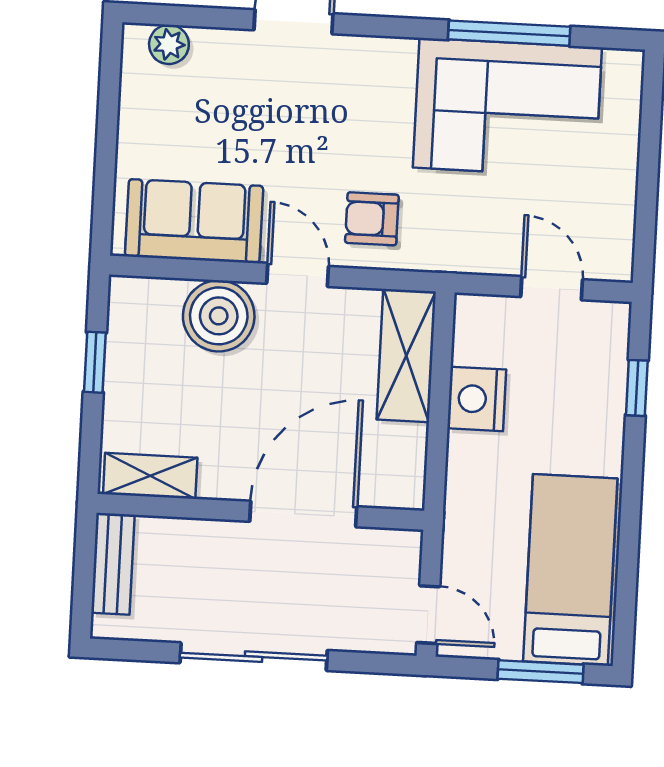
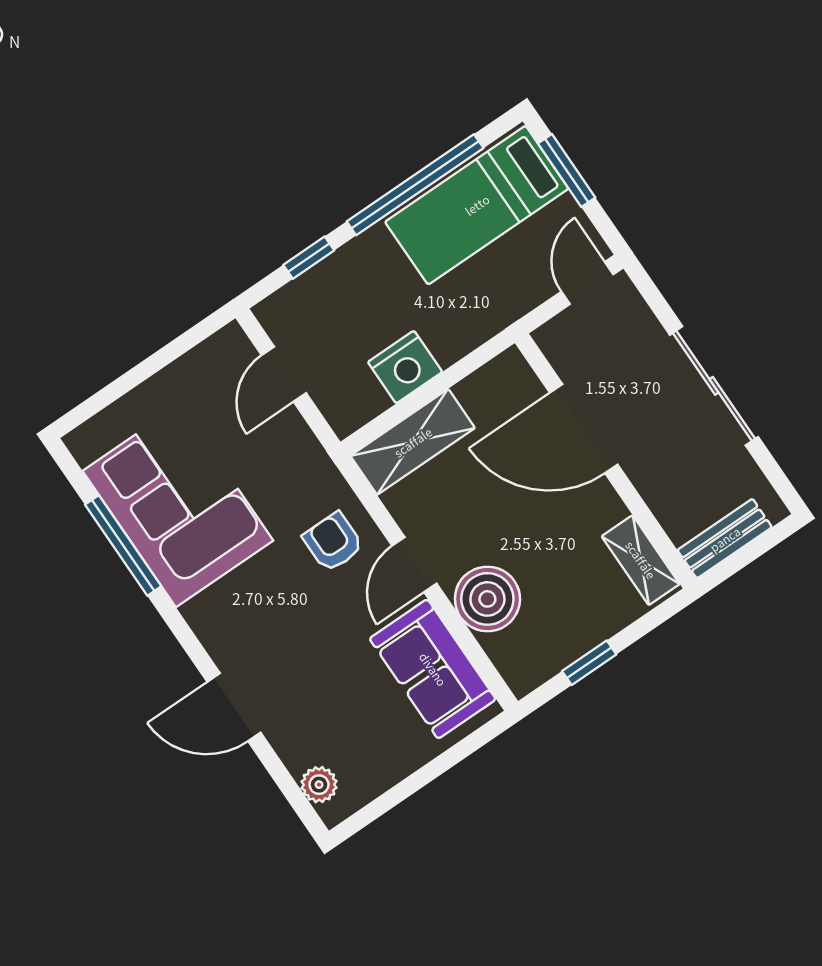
armchair: (372, 219) -> (333, 542), turned 180
window: (629, 530) -> (415, 185), added

